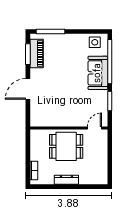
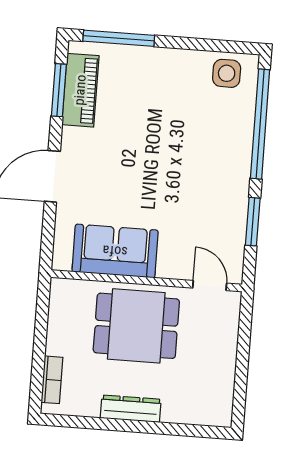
sofa: (98, 73) -> (115, 251), moved, turned 90
door: (94, 128) -> (210, 286), hinge flipped

